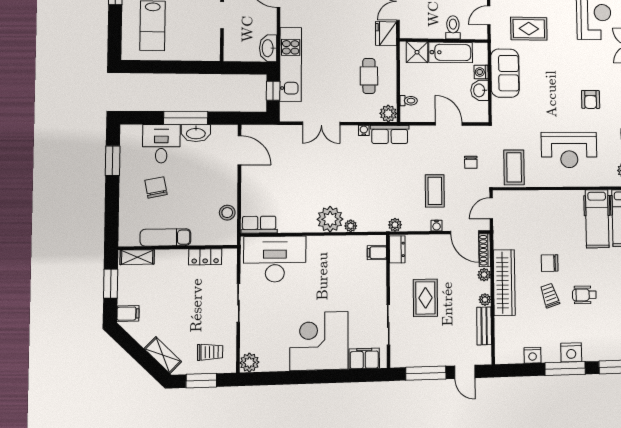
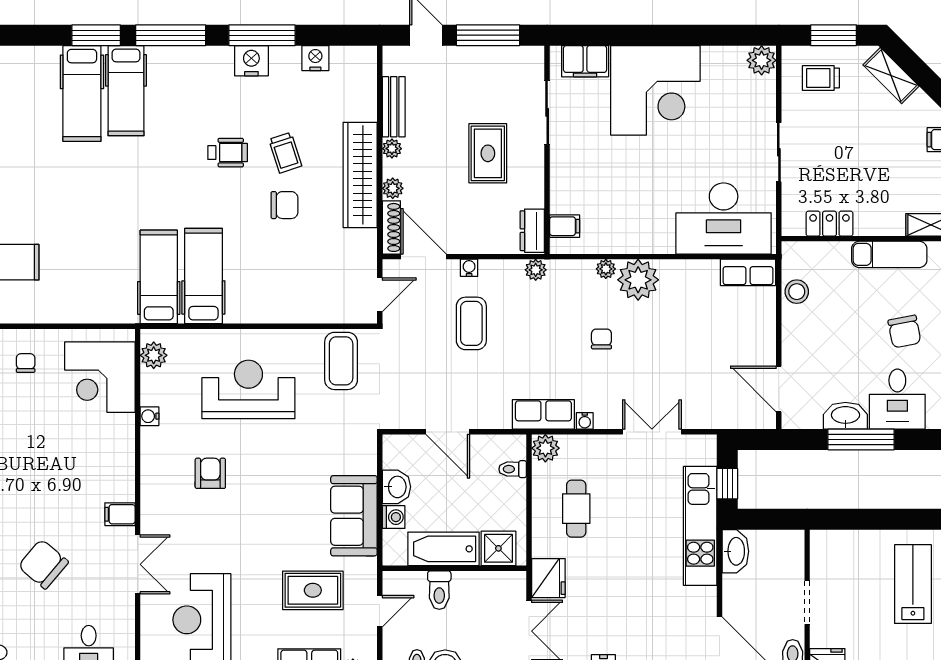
chair: (471, 162) -> (601, 339), moved

